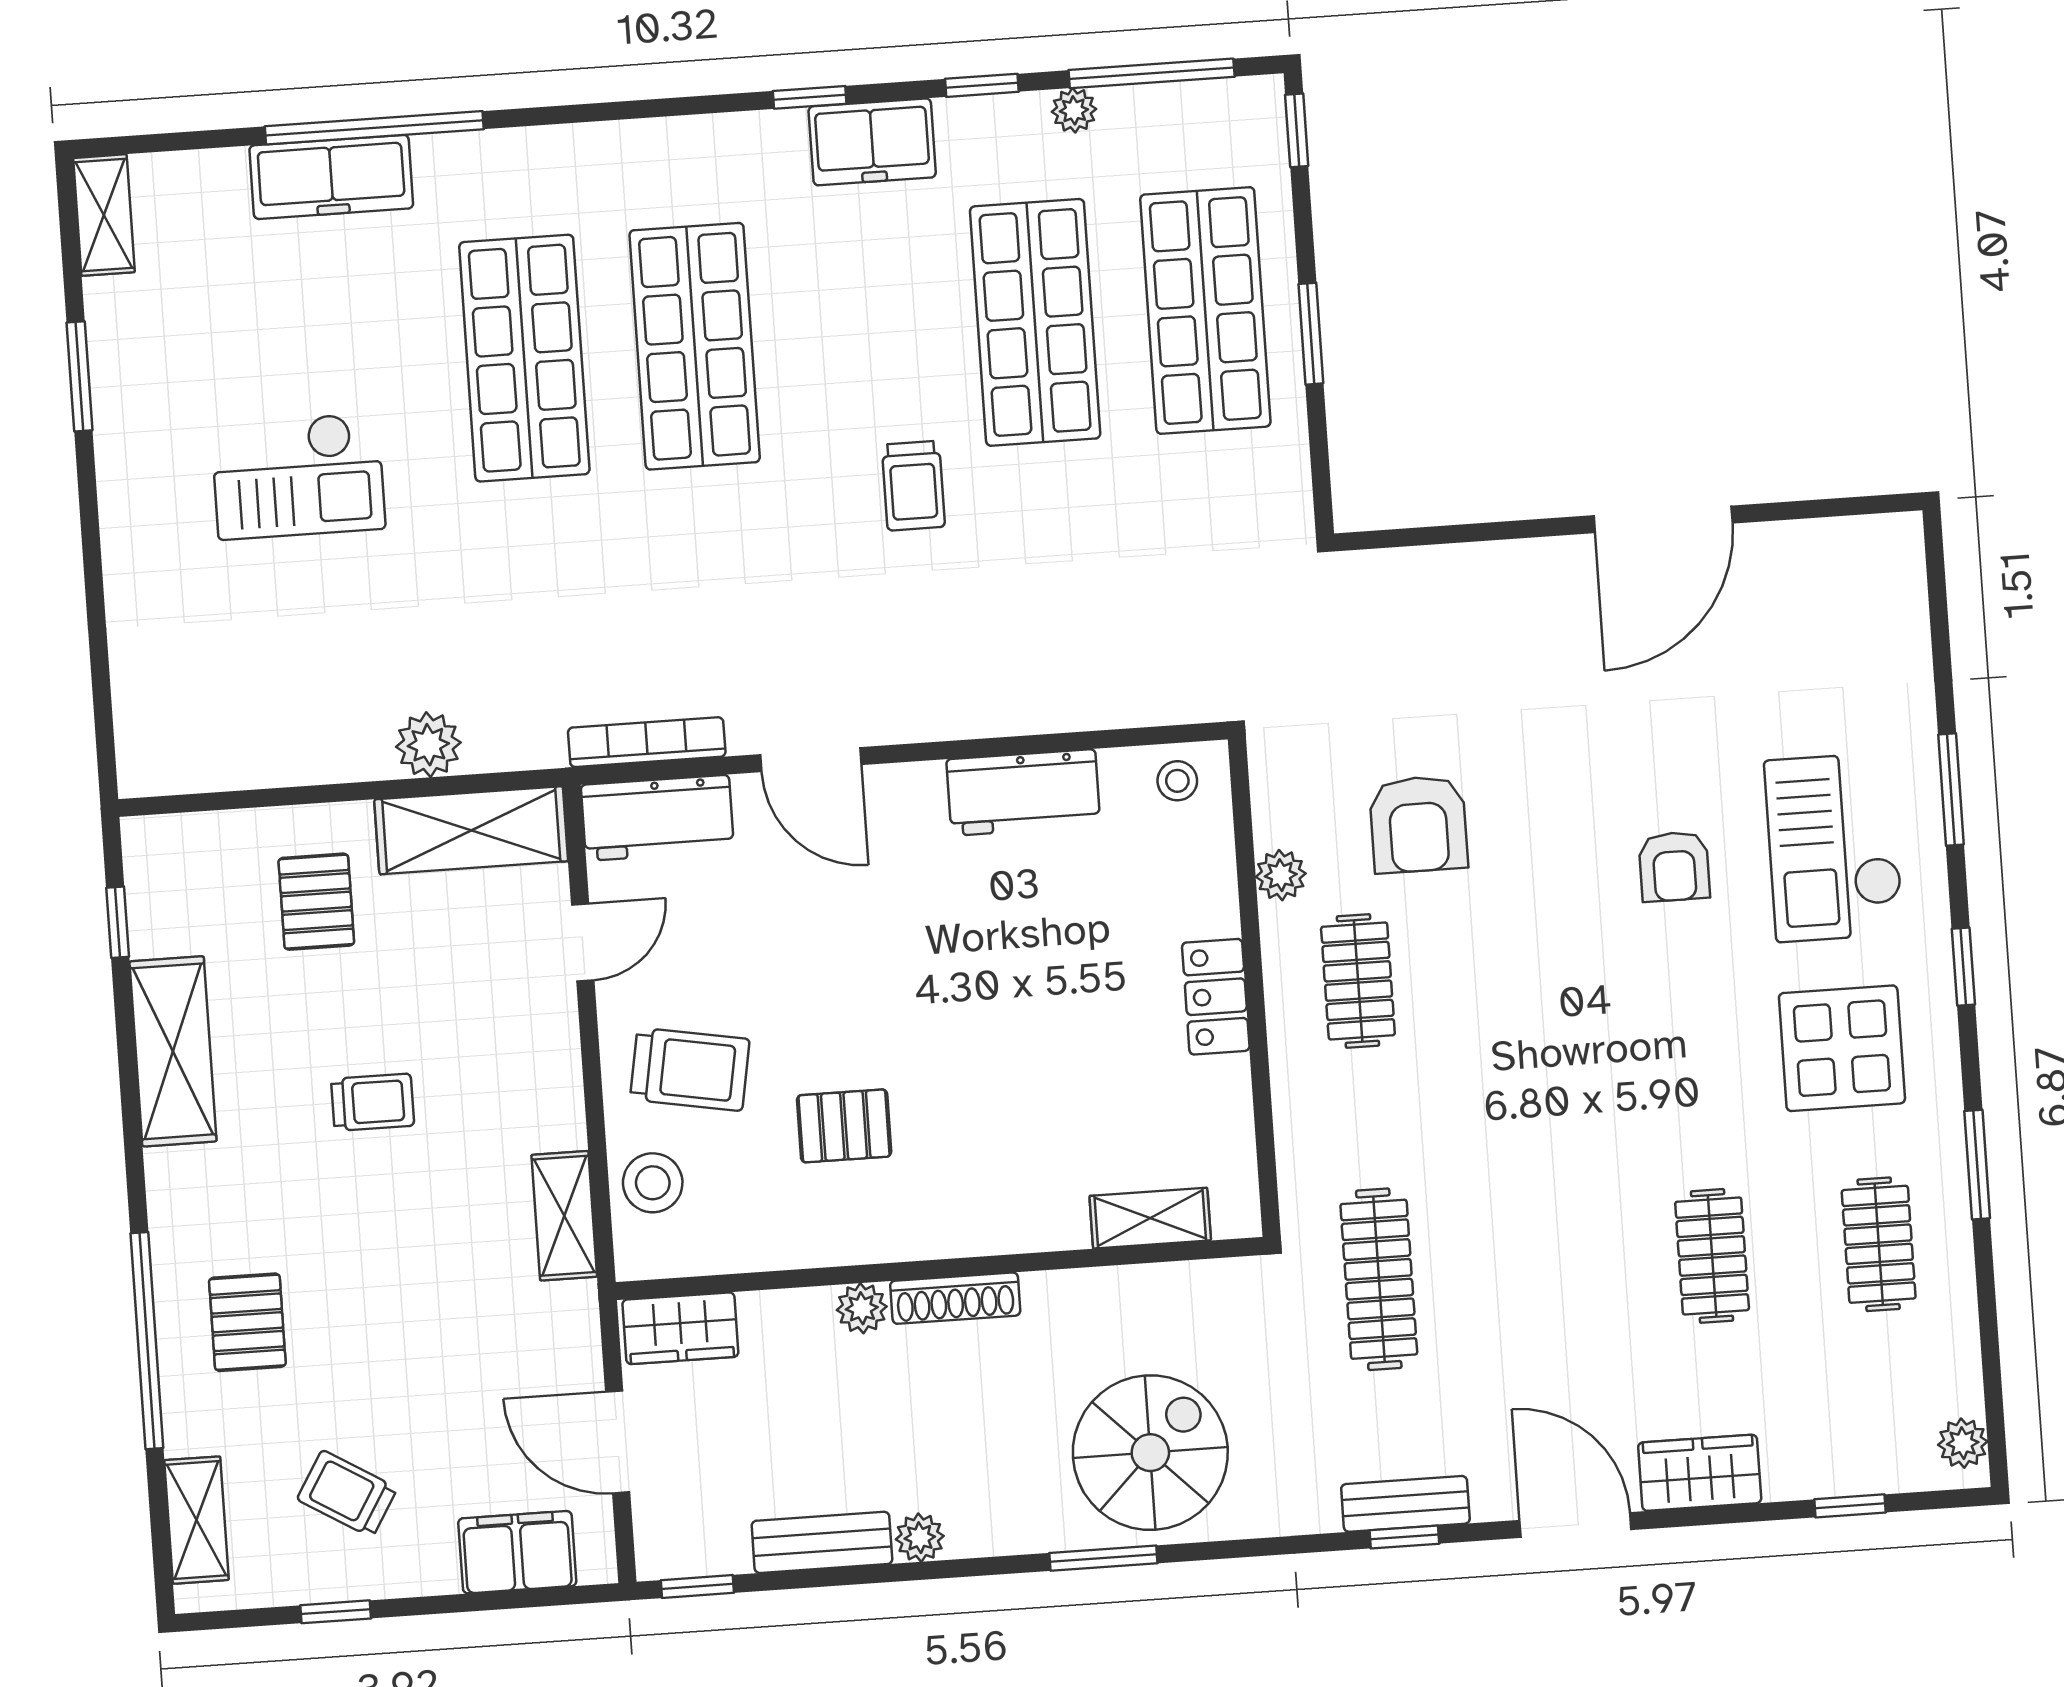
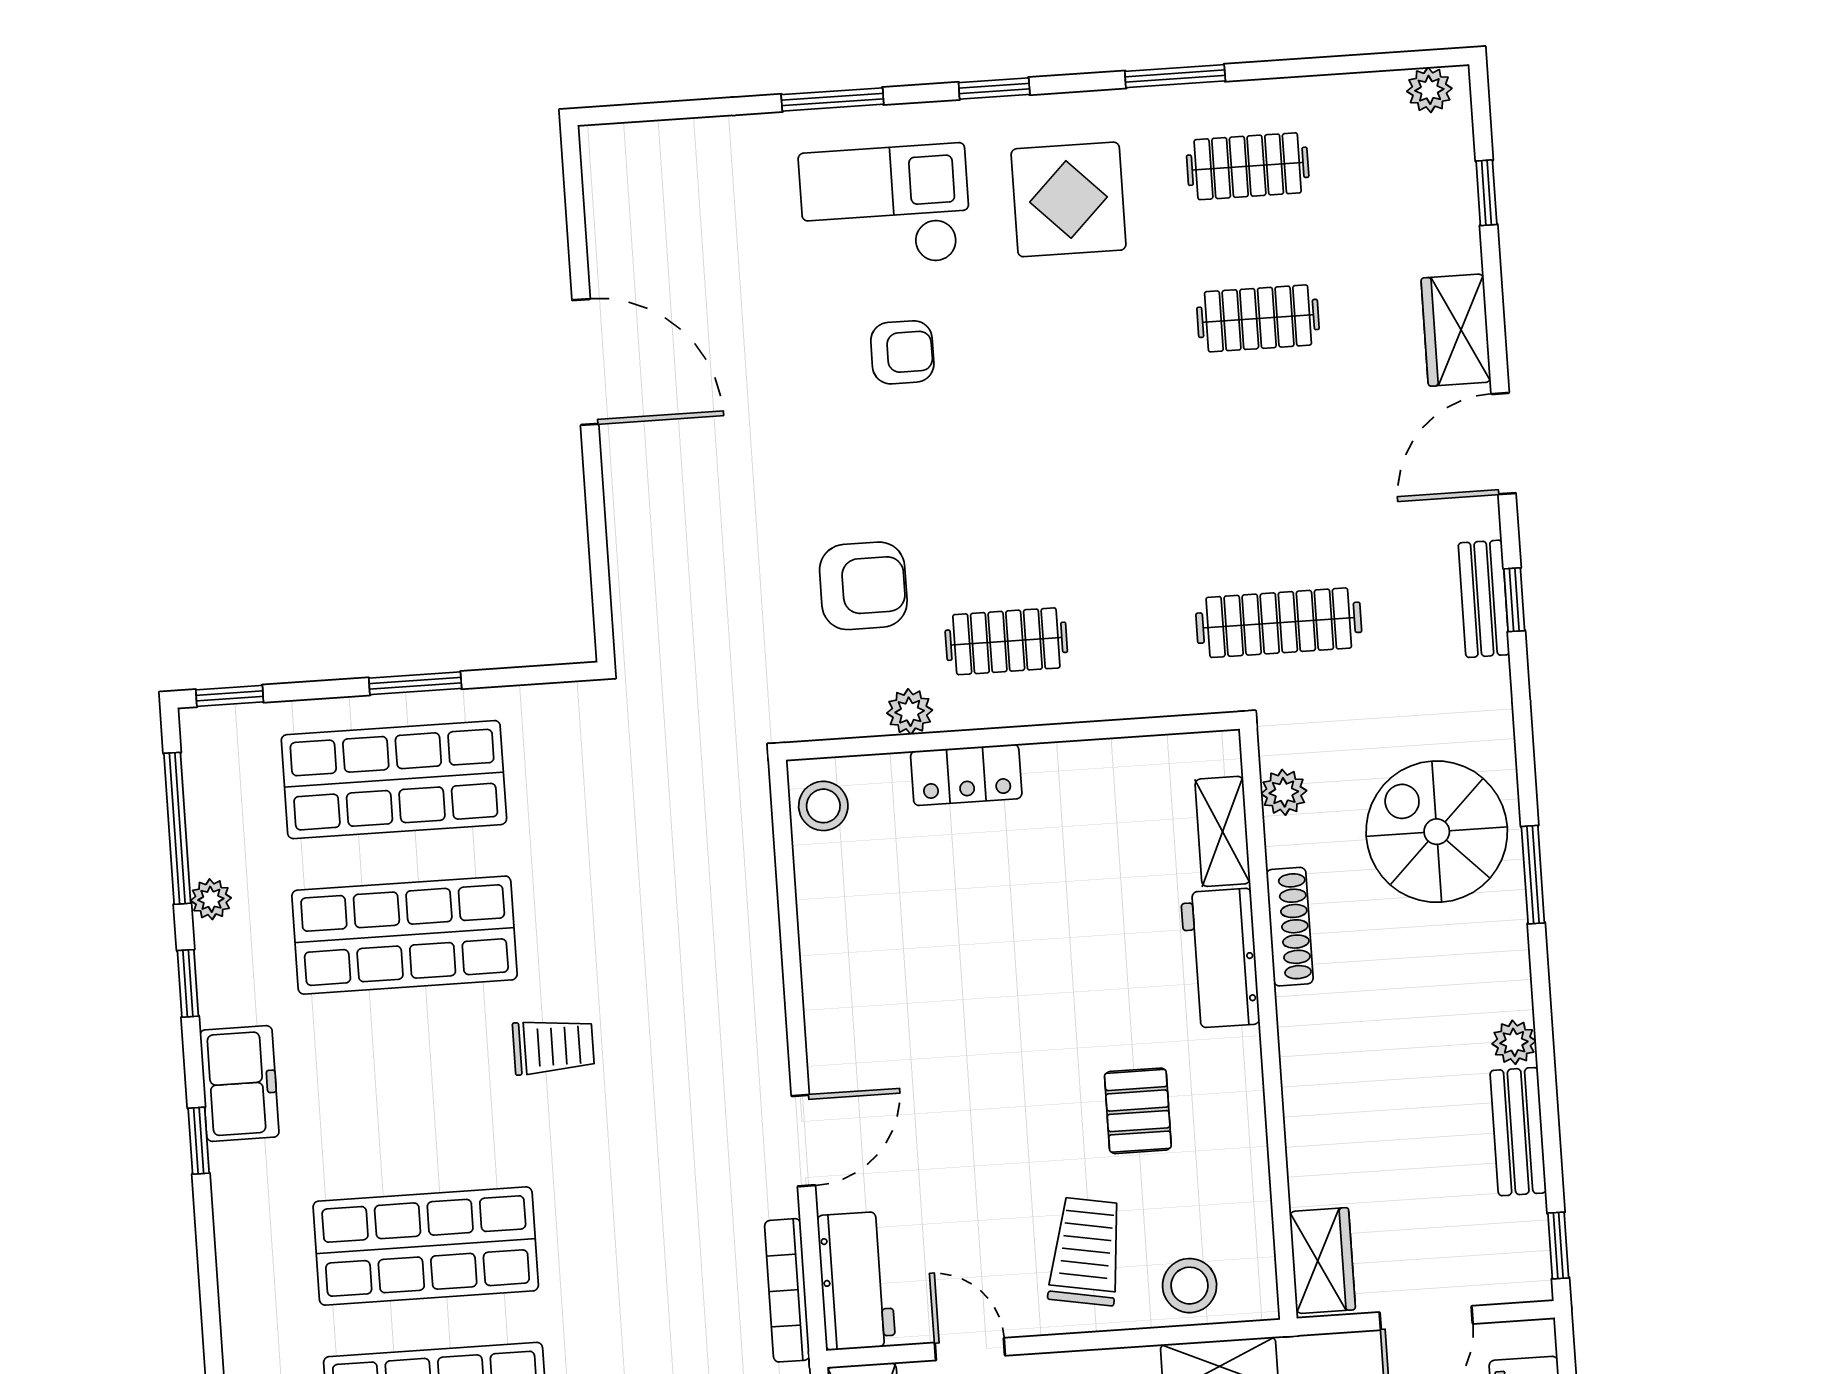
stool: (1177, 781) -> (823, 806), width x1.37, depth x1.37
workbench: (1023, 792) -> (1220, 958), moved, turned 180
checkout: (1834, 847) -> (885, 206), turned 180
locker: (1216, 997) -> (966, 775), moved
shoe rack: (955, 1298) -> (1290, 927), moved
plant: (862, 1308) -> (1284, 792), moved

